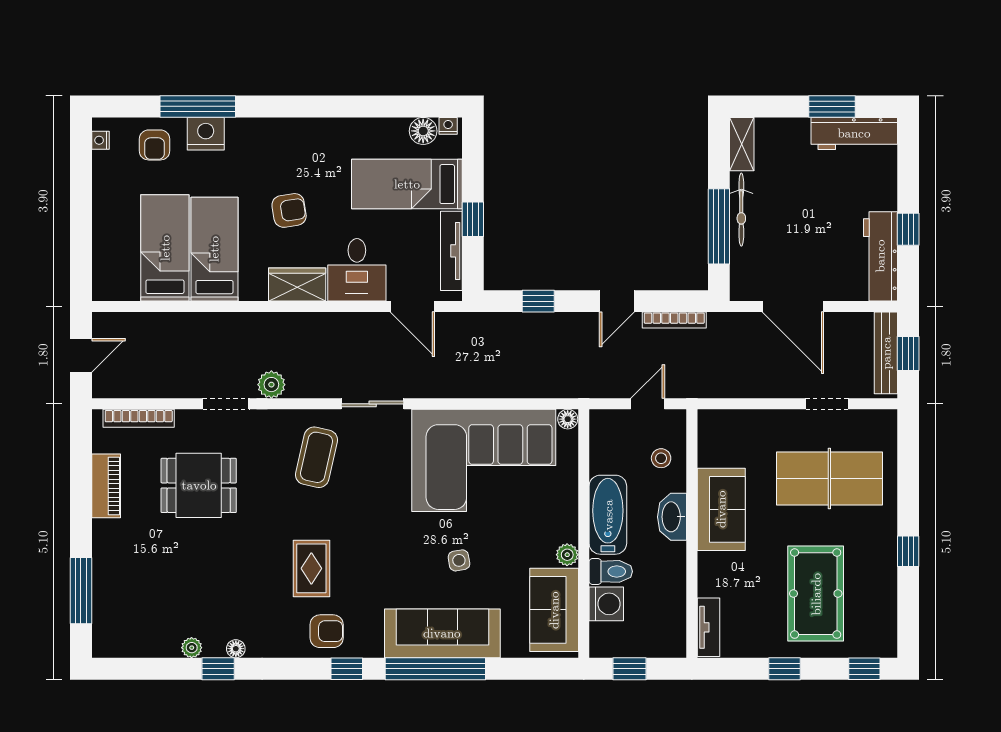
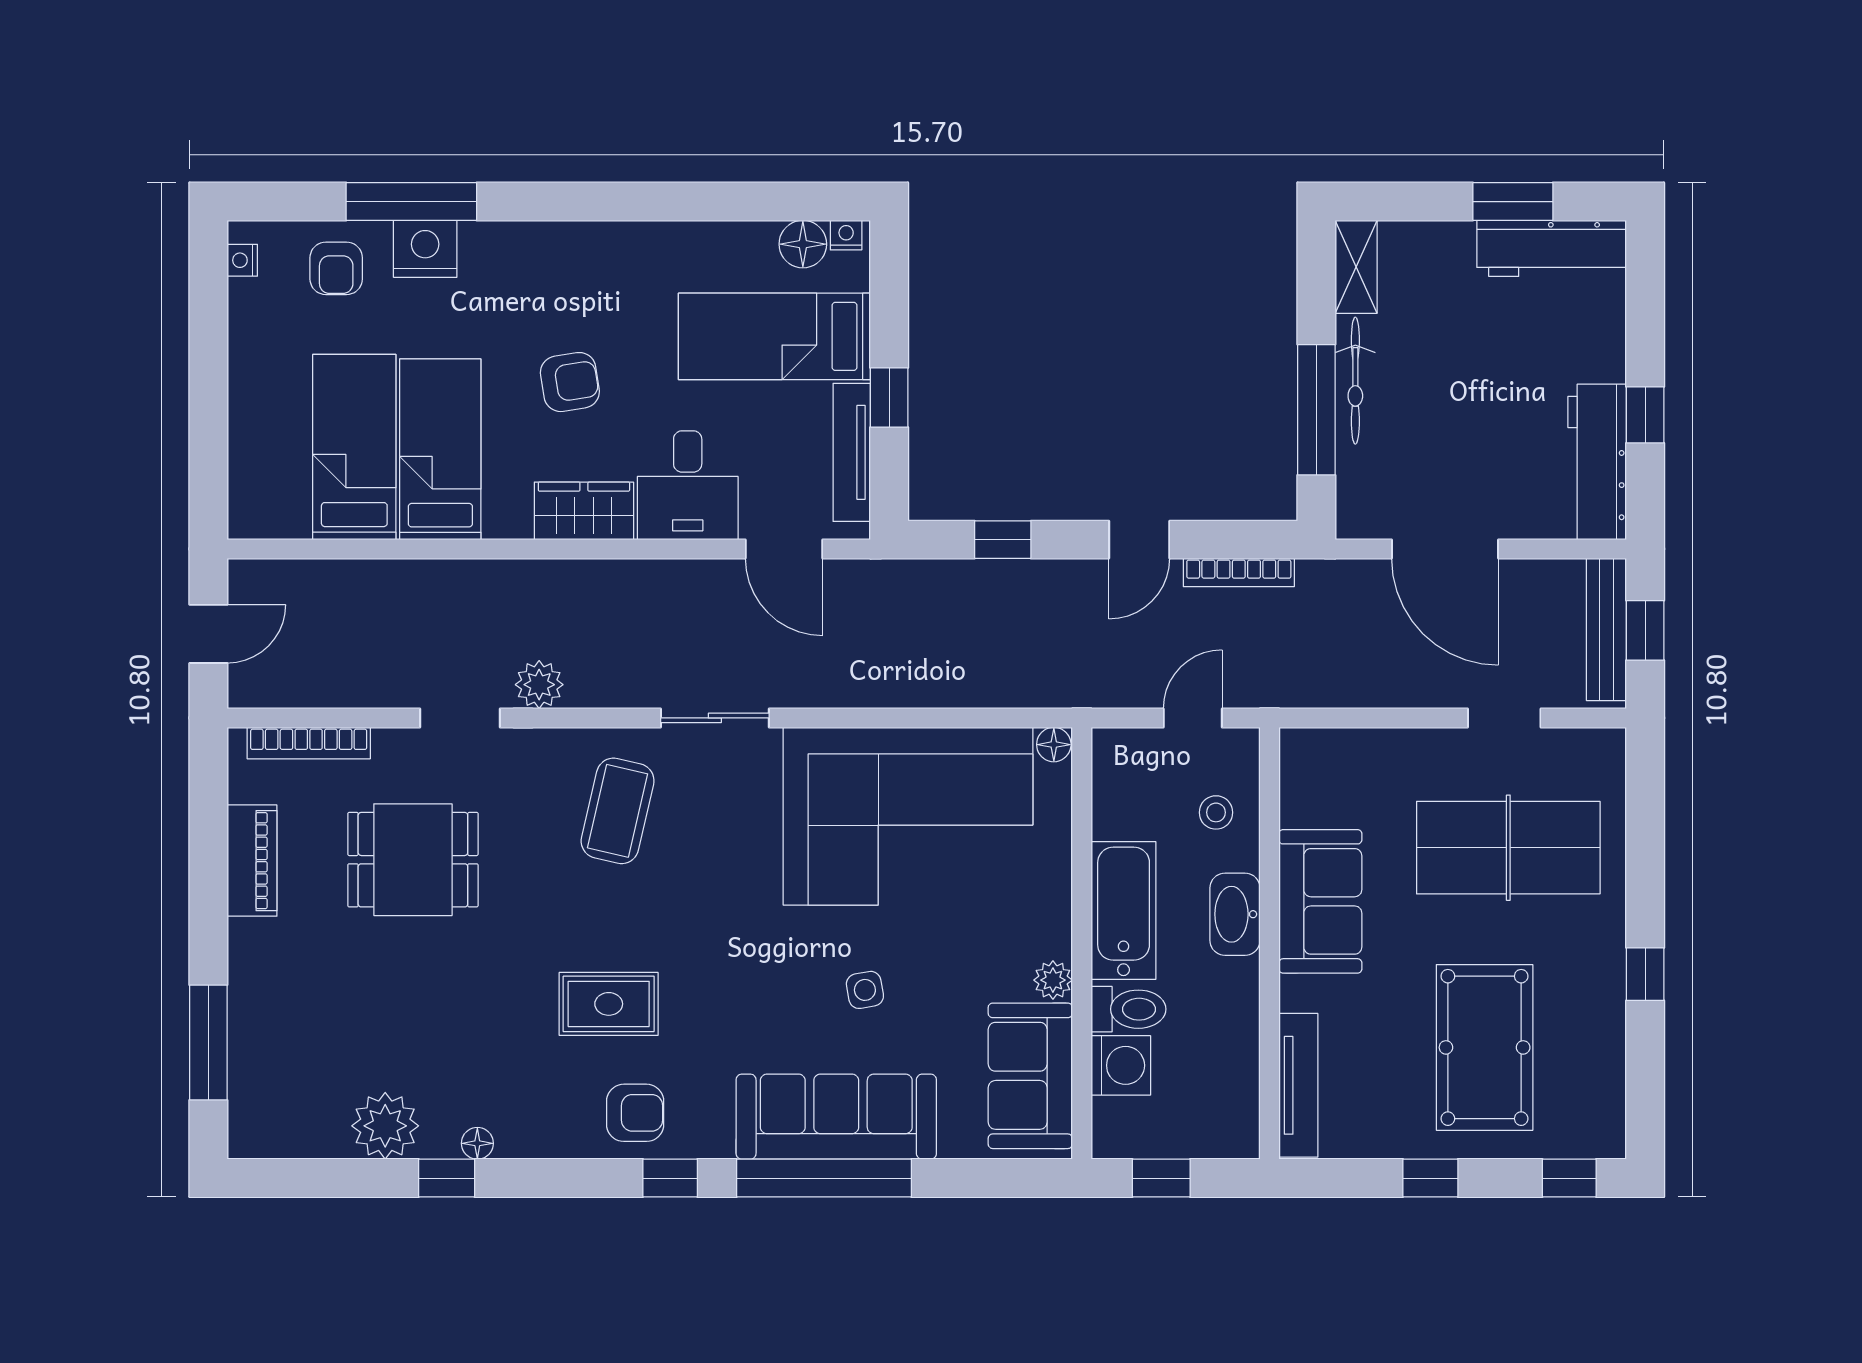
rug: (311, 568) -> (609, 1004), turned 90
tv unit: (708, 627) -> (1298, 1085), width x1.41
plant: (192, 648) -> (385, 1126), width x1.88, depth x1.88

